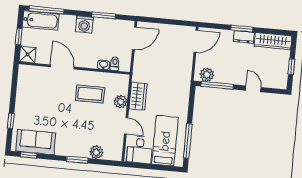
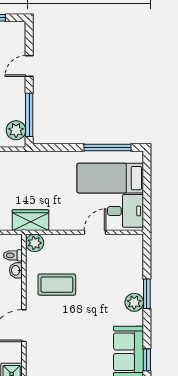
coffee table: (90, 94) -> (57, 285), turned 90
wardrobe: (138, 96) -> (31, 220), moved
plant: (120, 102) -> (35, 243), moved
plant: (96, 152) -> (134, 302), moved

